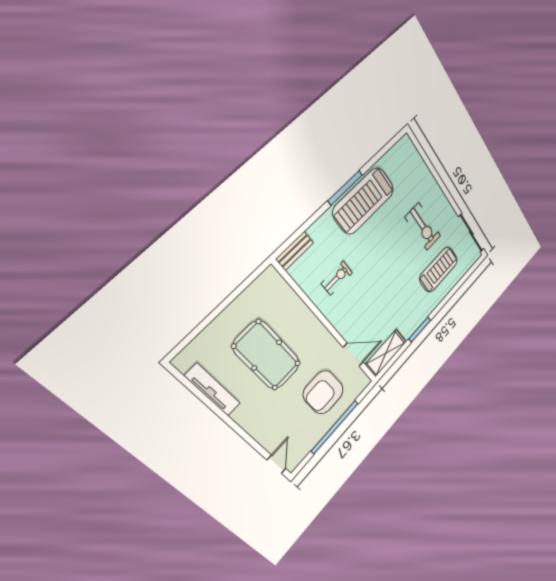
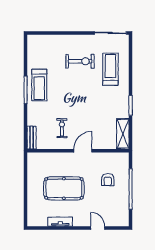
treadmill: (364, 201) -> (39, 85), width x0.73, depth x0.73
door: (353, 355) -> (83, 151), moved
tv unit: (213, 390) -> (60, 222), width x0.71
armchair: (323, 392) -> (108, 180), width x0.53, depth x0.53
door: (276, 464) -> (98, 228), moved

